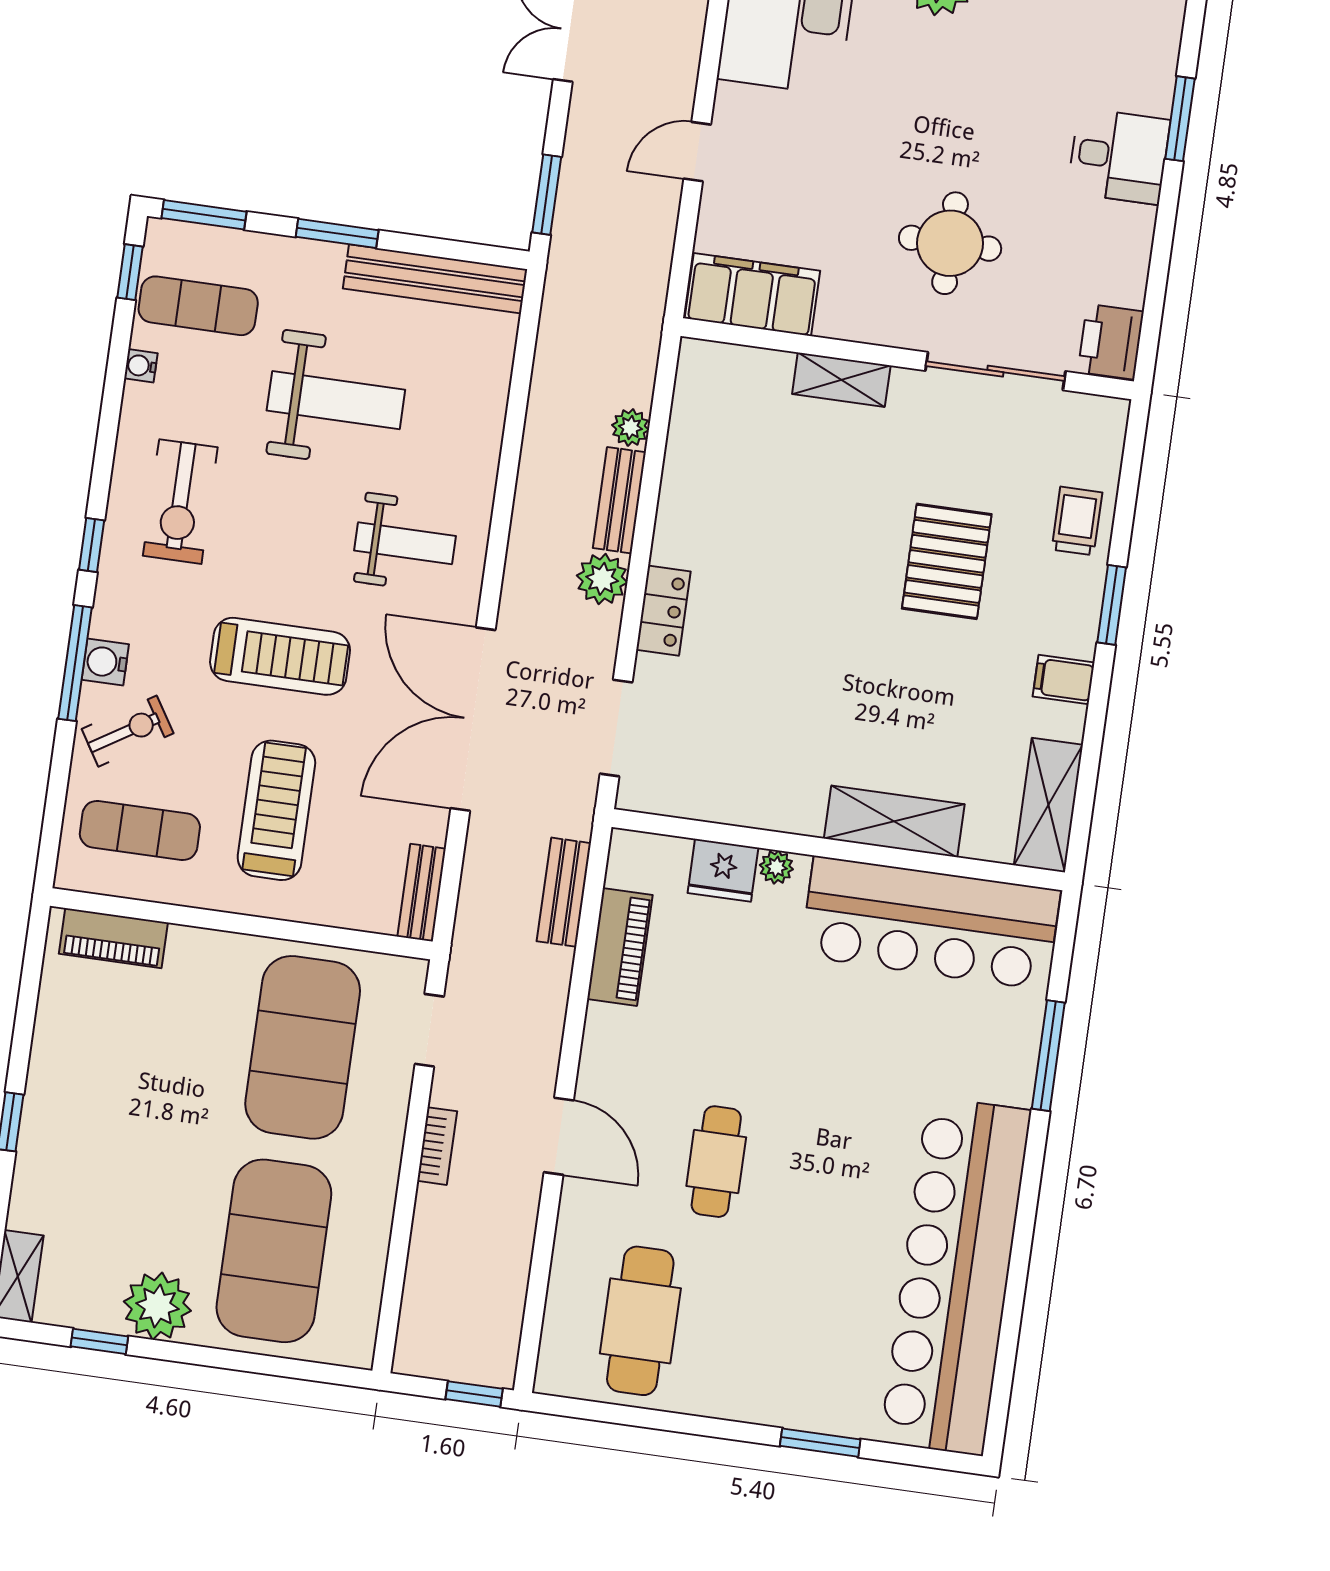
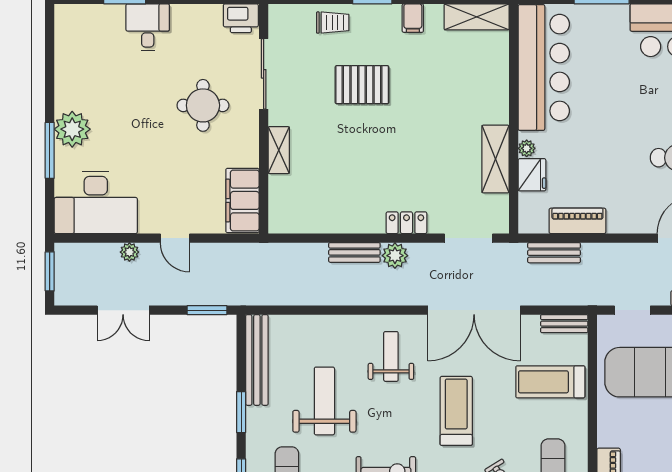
plant: (630, 427) -> (129, 252), moved
trolley: (1077, 521) -> (333, 23), turned 180
treadmill: (276, 810) -> (550, 382), moved
shelving: (894, 821) -> (496, 159), moved

